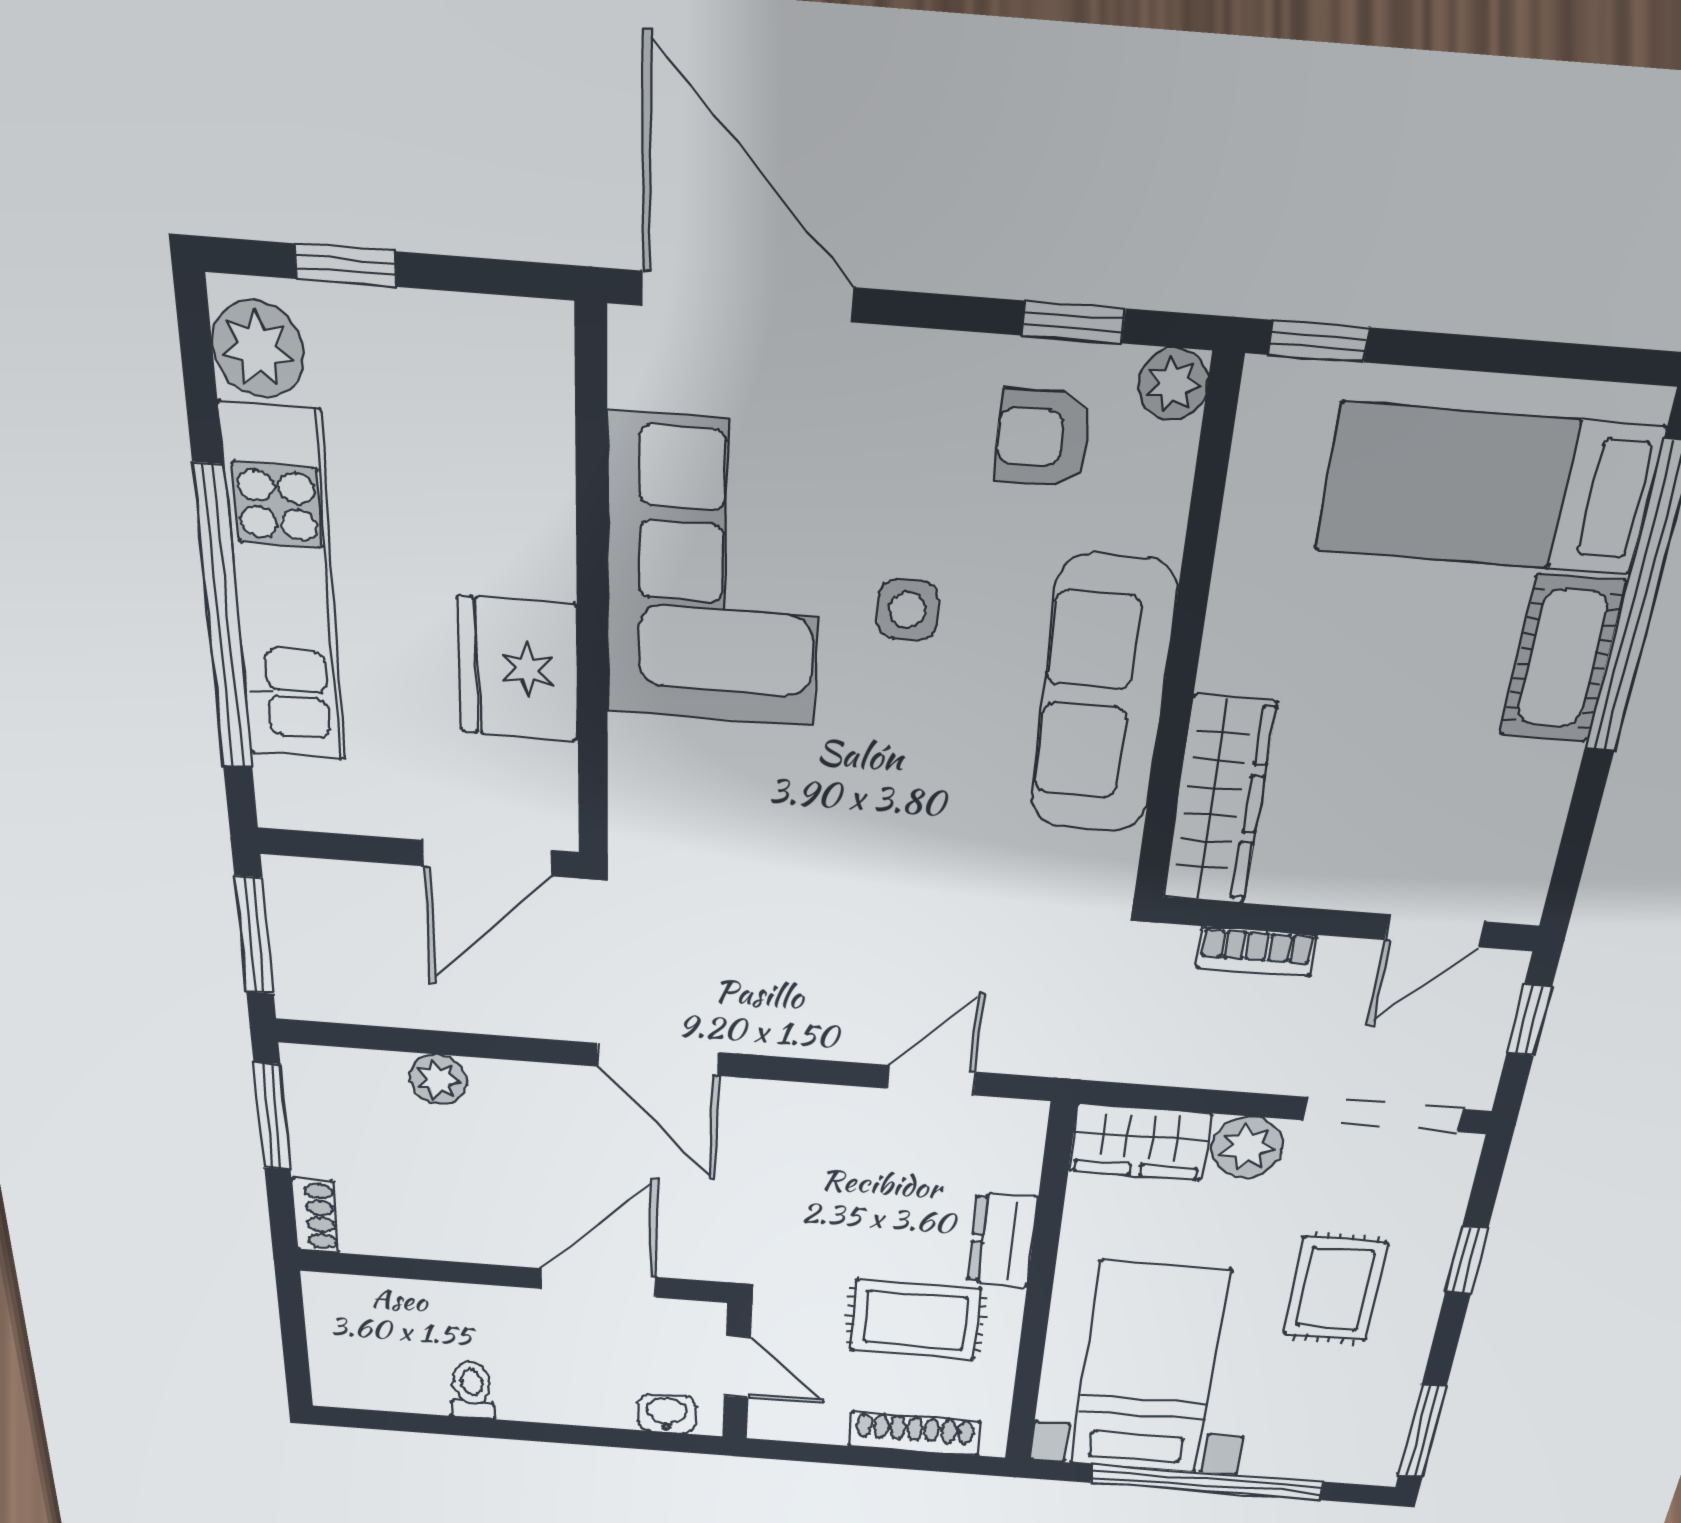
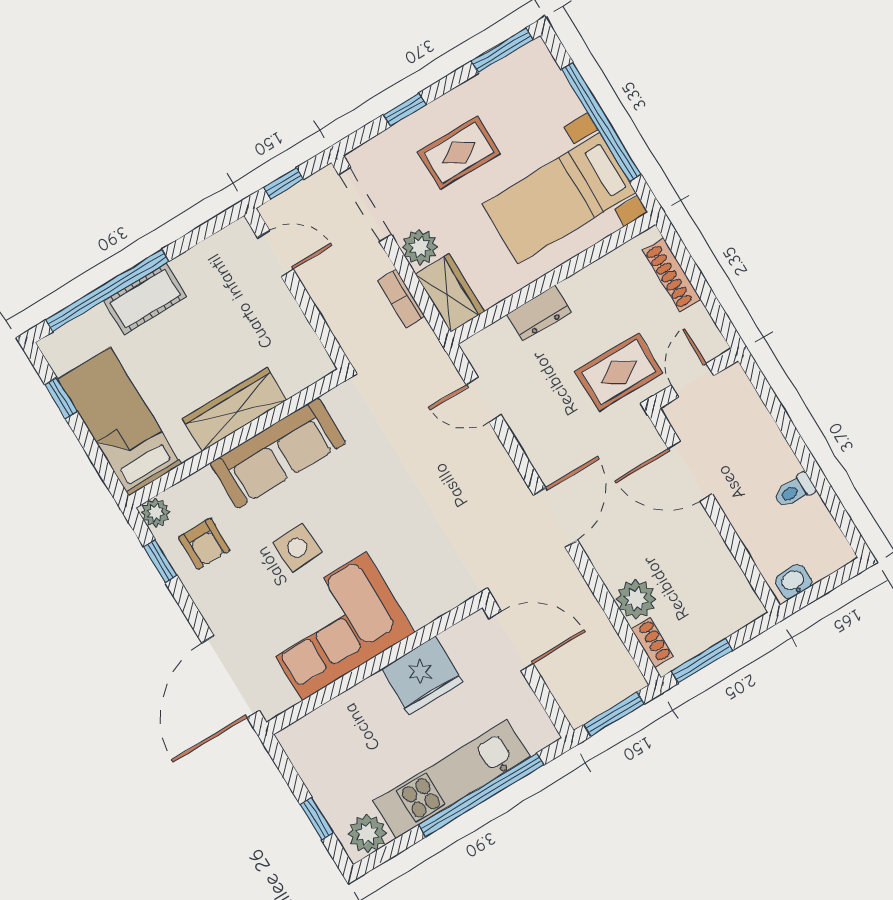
window: (1318, 341) -> (61, 398), moved
bed: (1488, 489) -> (119, 422), moved, turned 180
side table: (908, 610) -> (297, 548), width x1.37, depth x1.37
wardrobe: (1219, 801) -> (235, 409), moved
bookcase: (1256, 951) -> (401, 298), moved, turned 180
plant: (438, 1079) -> (636, 599), width x1.38, depth x1.38
shoe rack: (315, 1216) -> (652, 642), moved, turned 90
rug: (916, 1320) -> (619, 372), moved, turned 90
washbasin: (667, 1414) -> (793, 582), moved, turned 90

